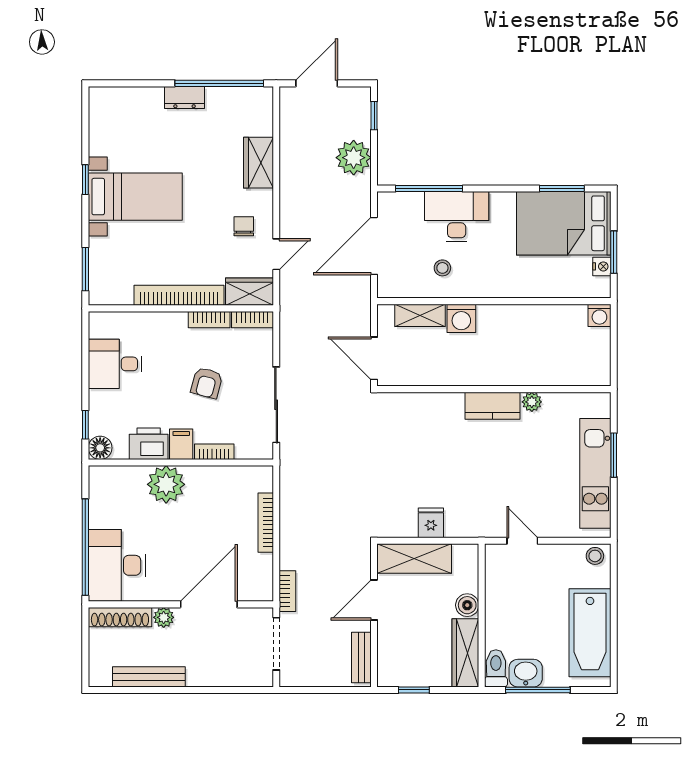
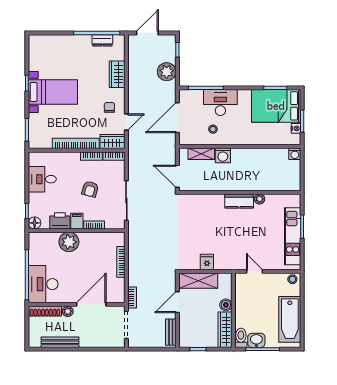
dresser: (185, 97) -> (102, 40), moved

